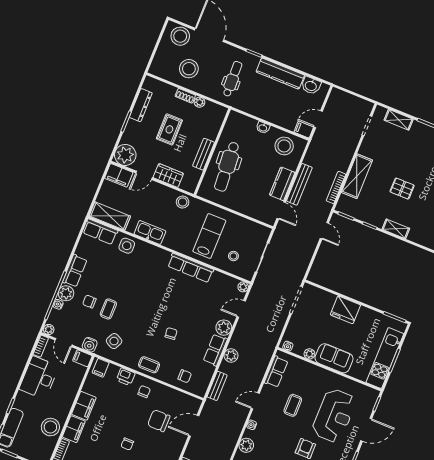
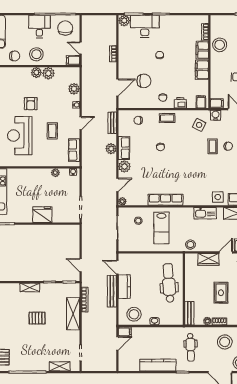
washbasin: (311, 86) -> (132, 365), removed
bench: (204, 154) -> (189, 313), moved
sofa: (334, 358) -> (36, 177), removed

